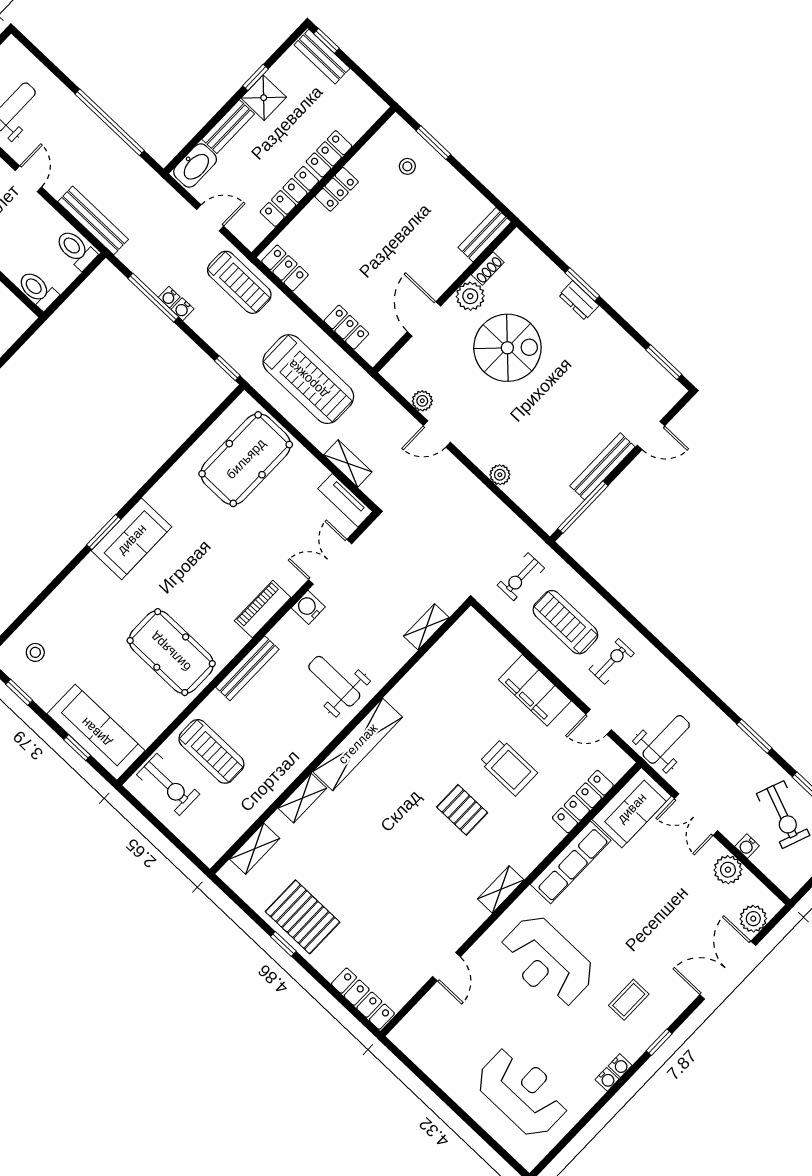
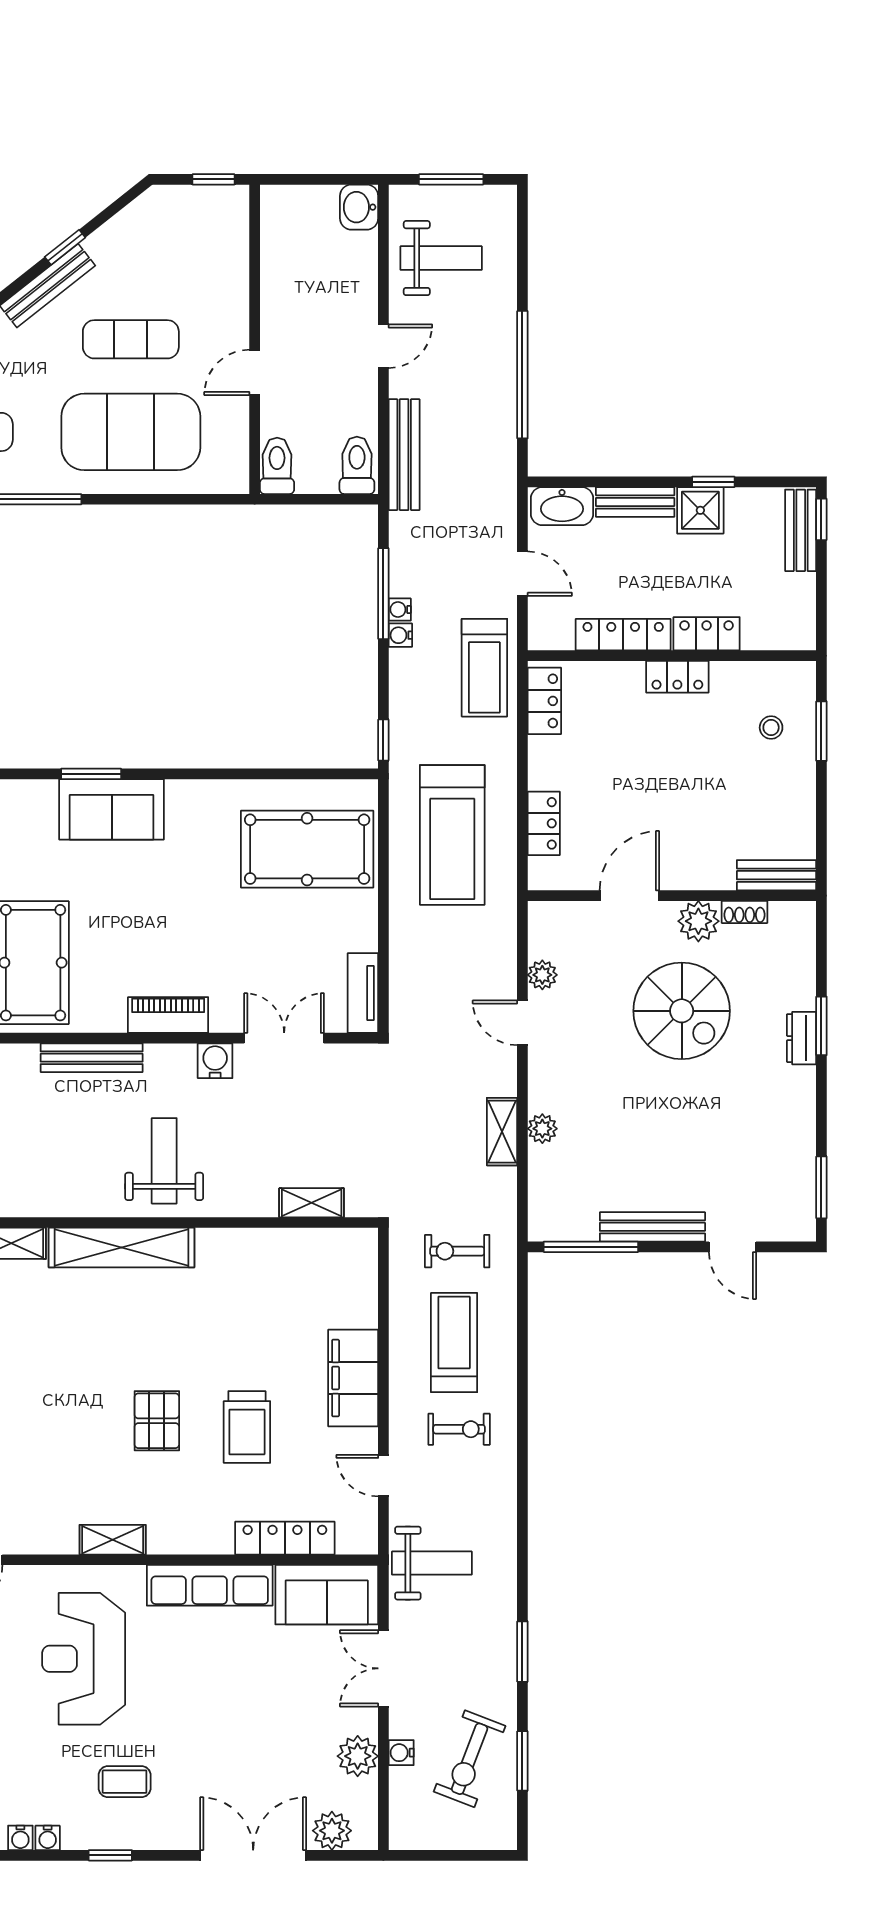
shelving: (348, 463) -> (502, 1132), moved

